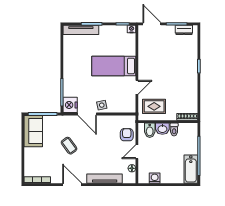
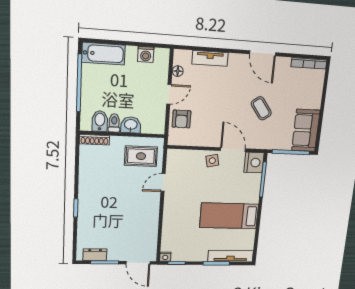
bed: (114, 66) -> (229, 216), moved, turned 180
bidet: (150, 130) -> (100, 121), moved
bathtub: (191, 169) -> (103, 54), moved, turned 90
tv unit: (105, 179) -> (210, 58), width x0.71

